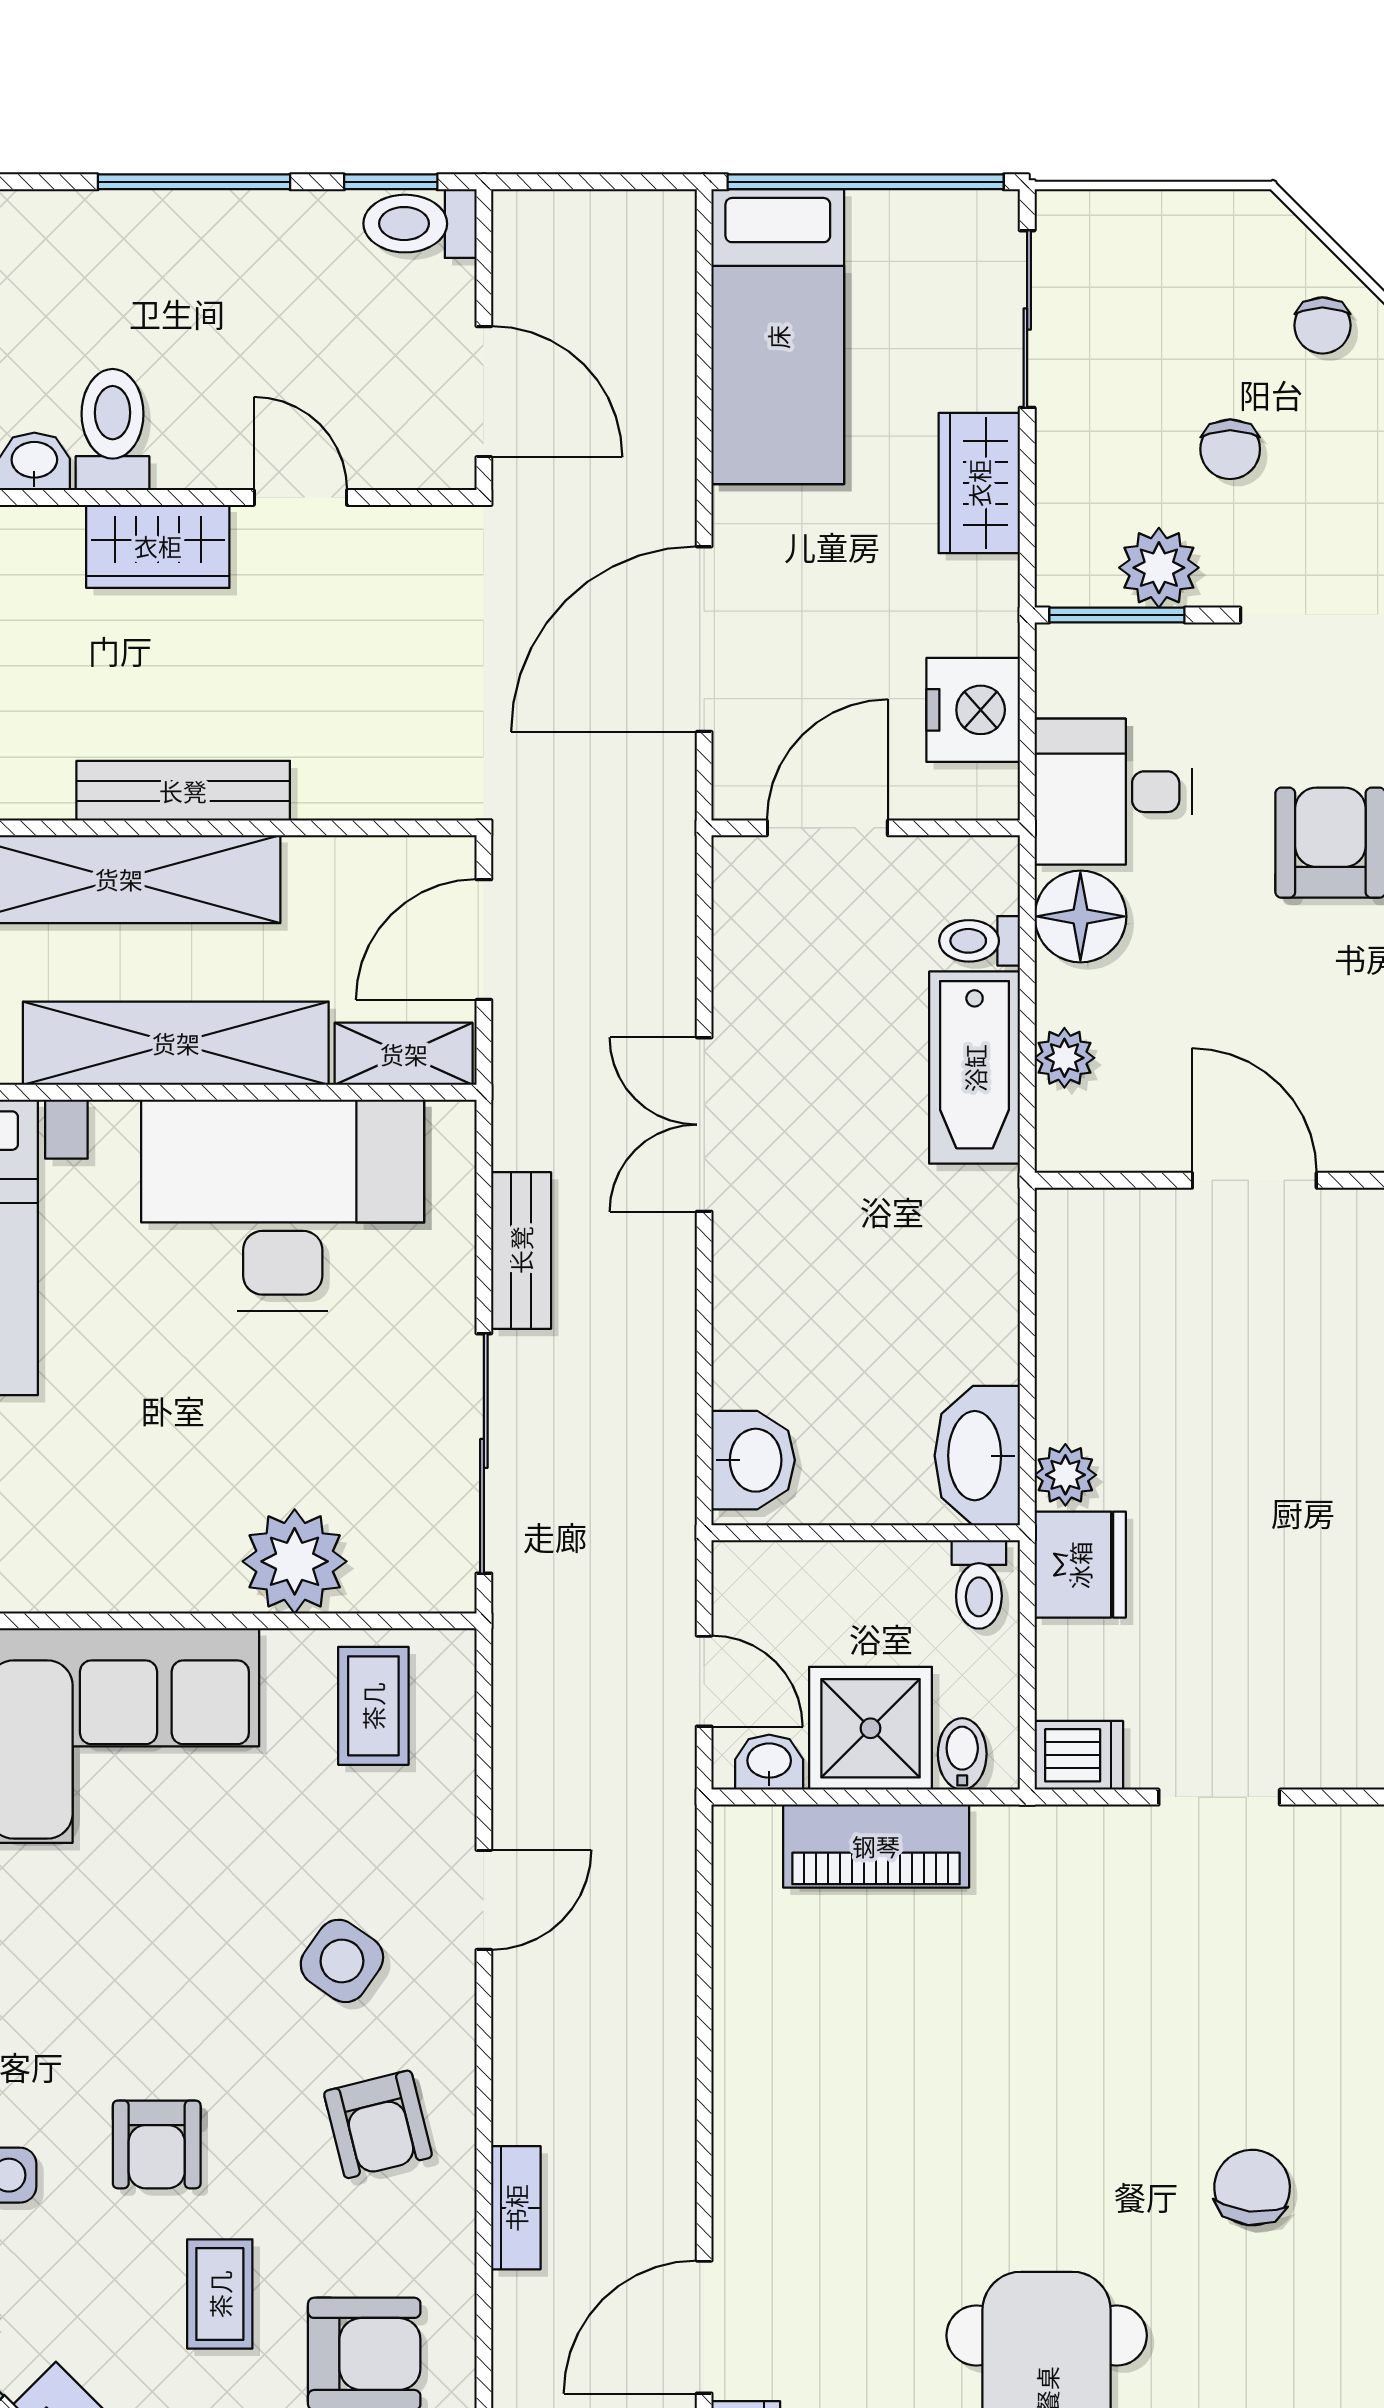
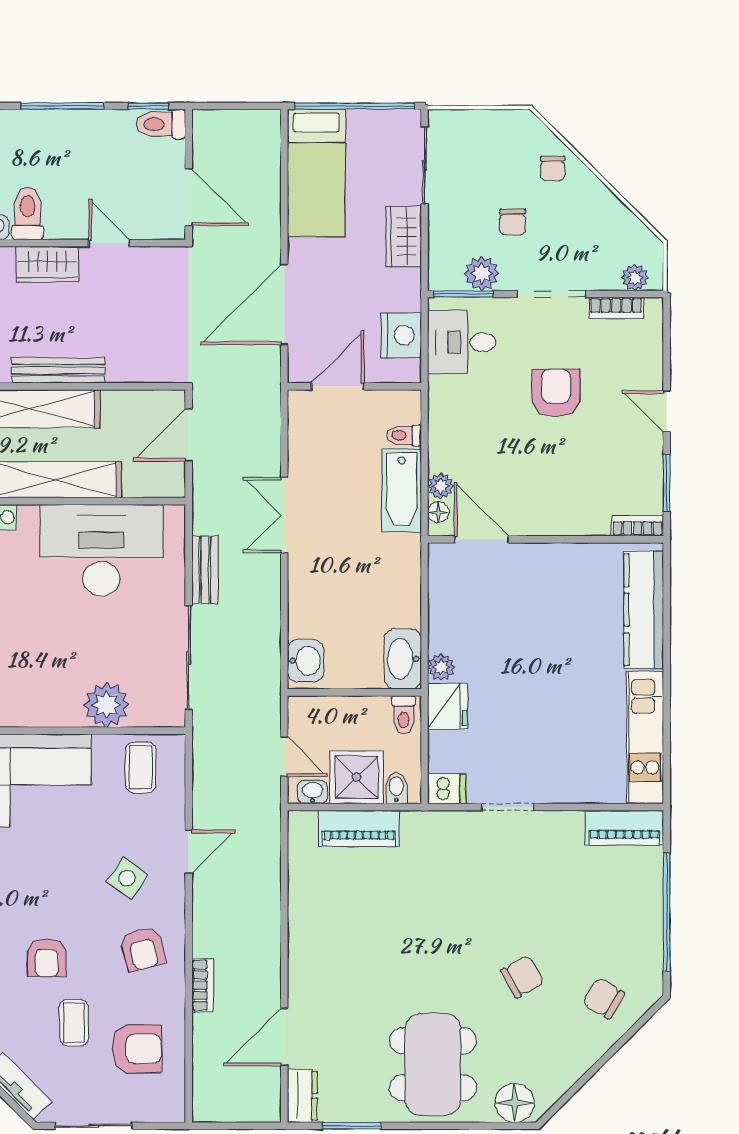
desk: (1113, 792) -> (462, 342), moved
floor lamp: (1080, 916) -> (438, 512), moved, width x0.53, depth x0.53
shelving: (404, 1054) -> (154, 484), removed
door: (1254, 1180) -> (481, 539), moved
chair: (1252, 2188) -> (522, 977), turned 54

